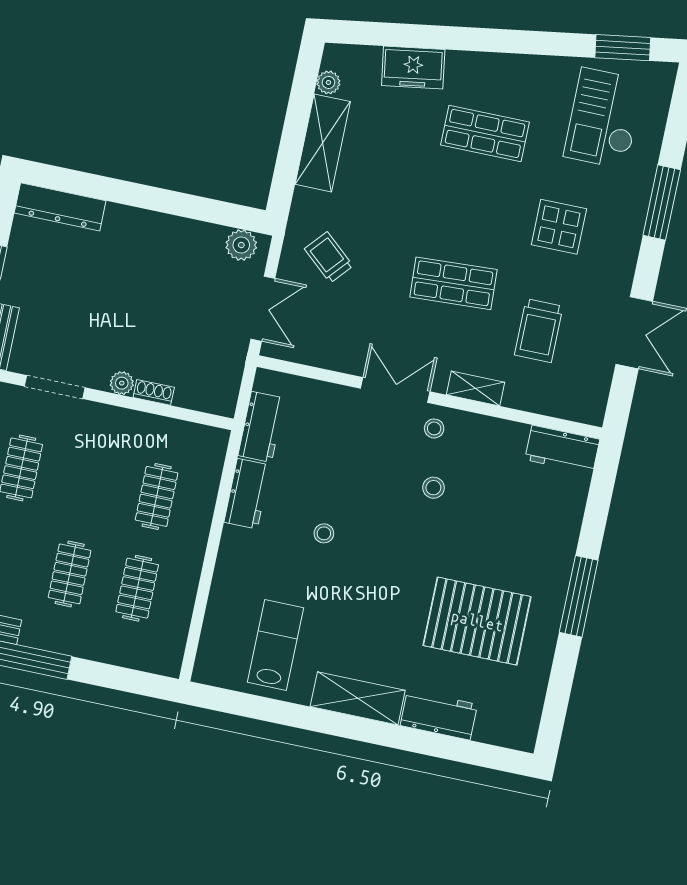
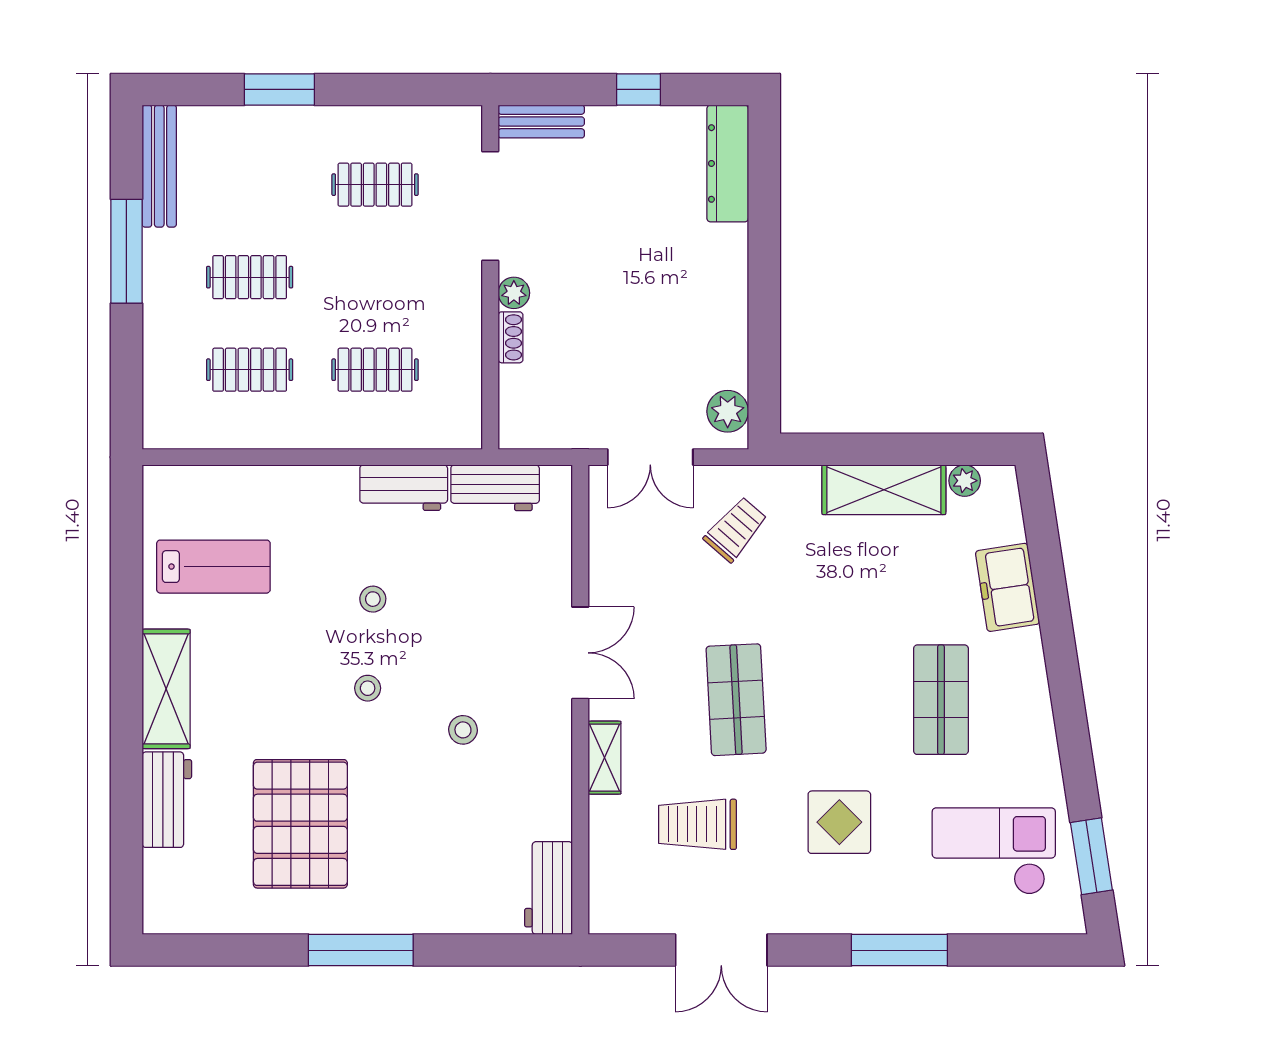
doorway: (55, 387) -> (490, 206), width x1.36
stool: (434, 428) -> (368, 688), moved

